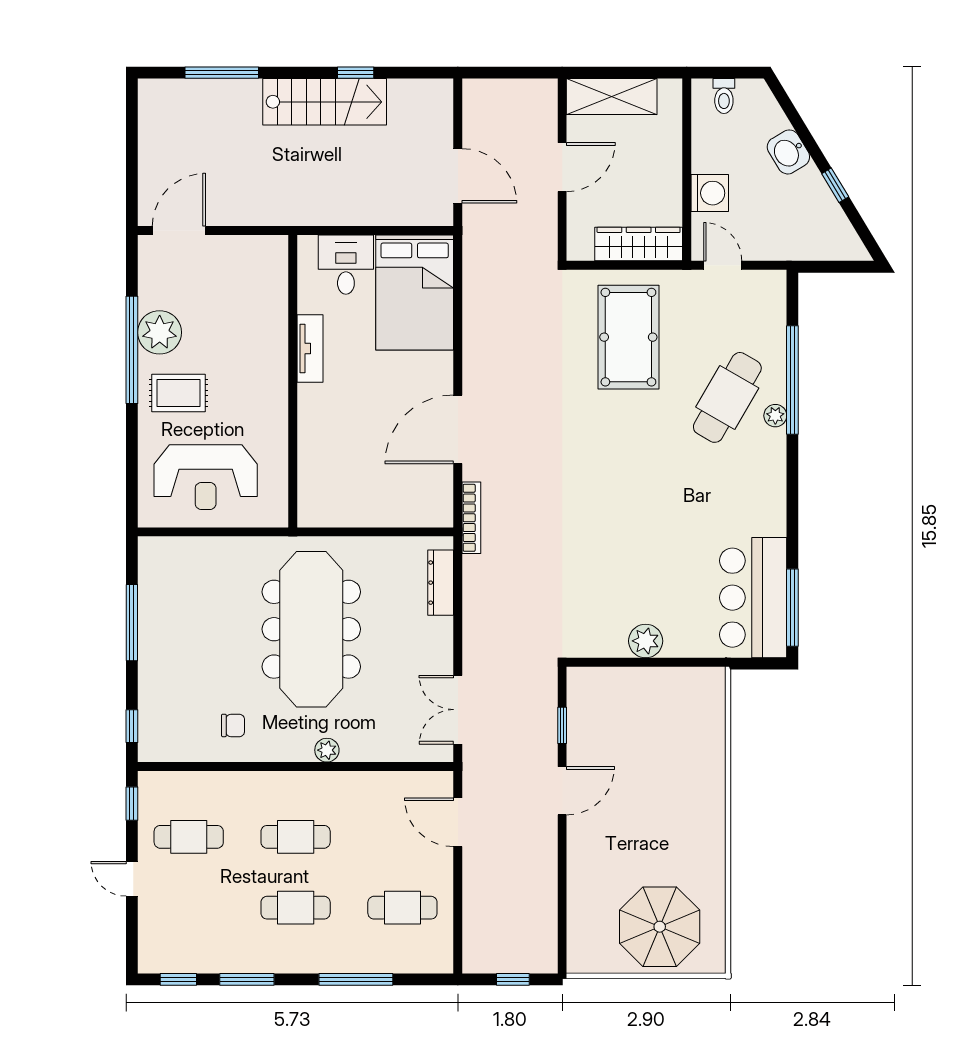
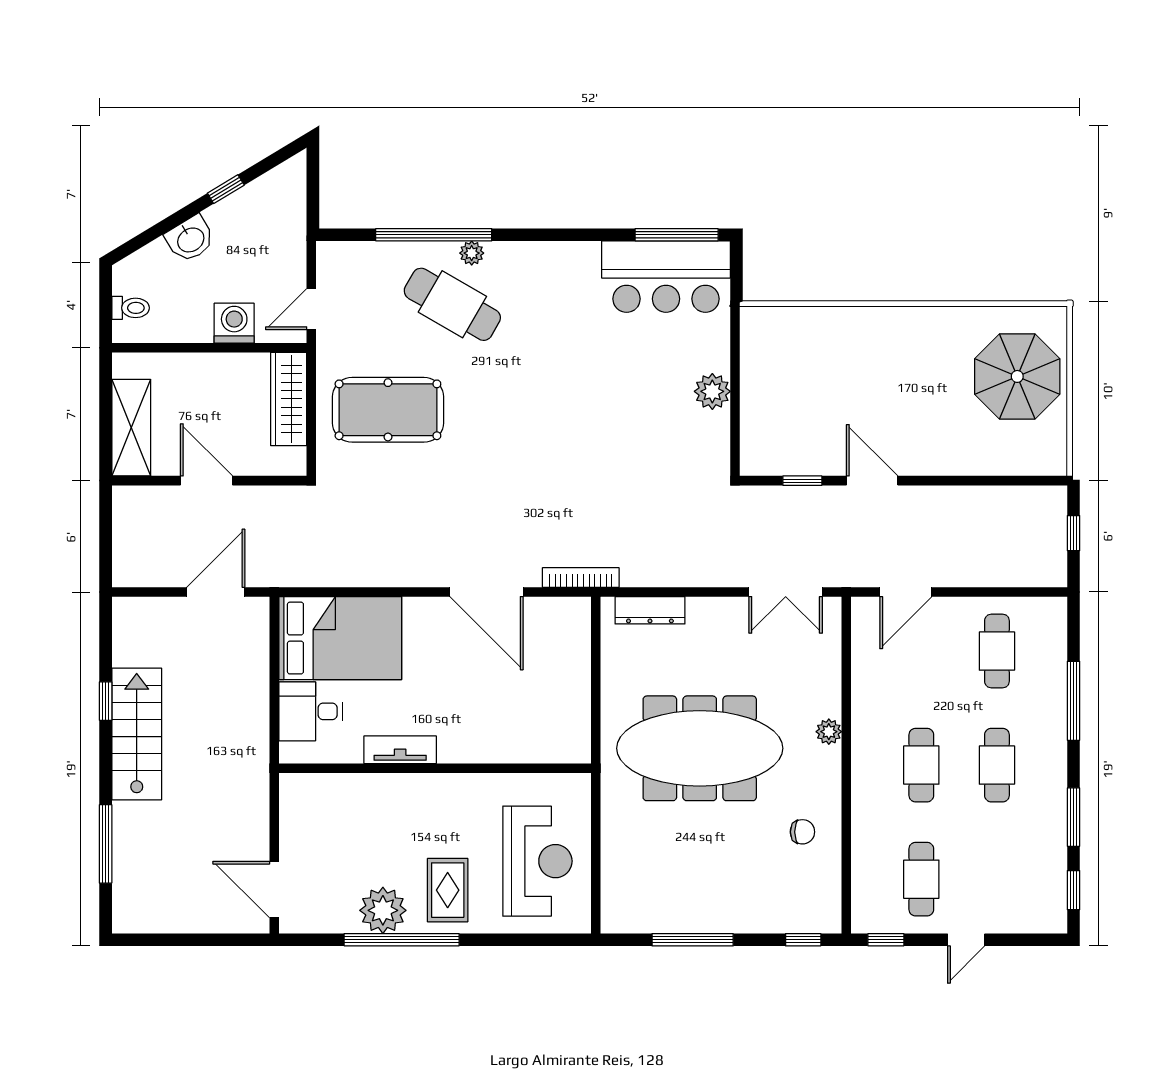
chair: (233, 725) -> (802, 832), turned 90

